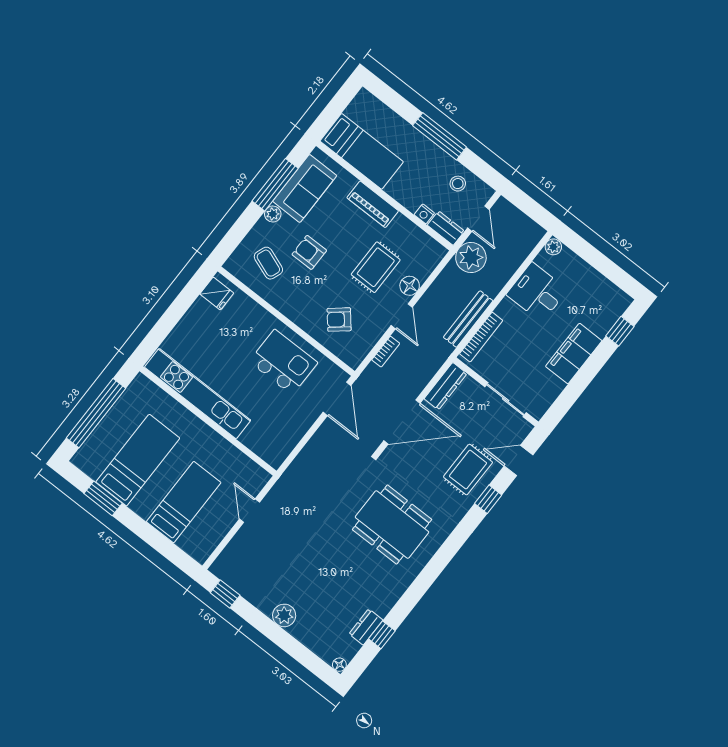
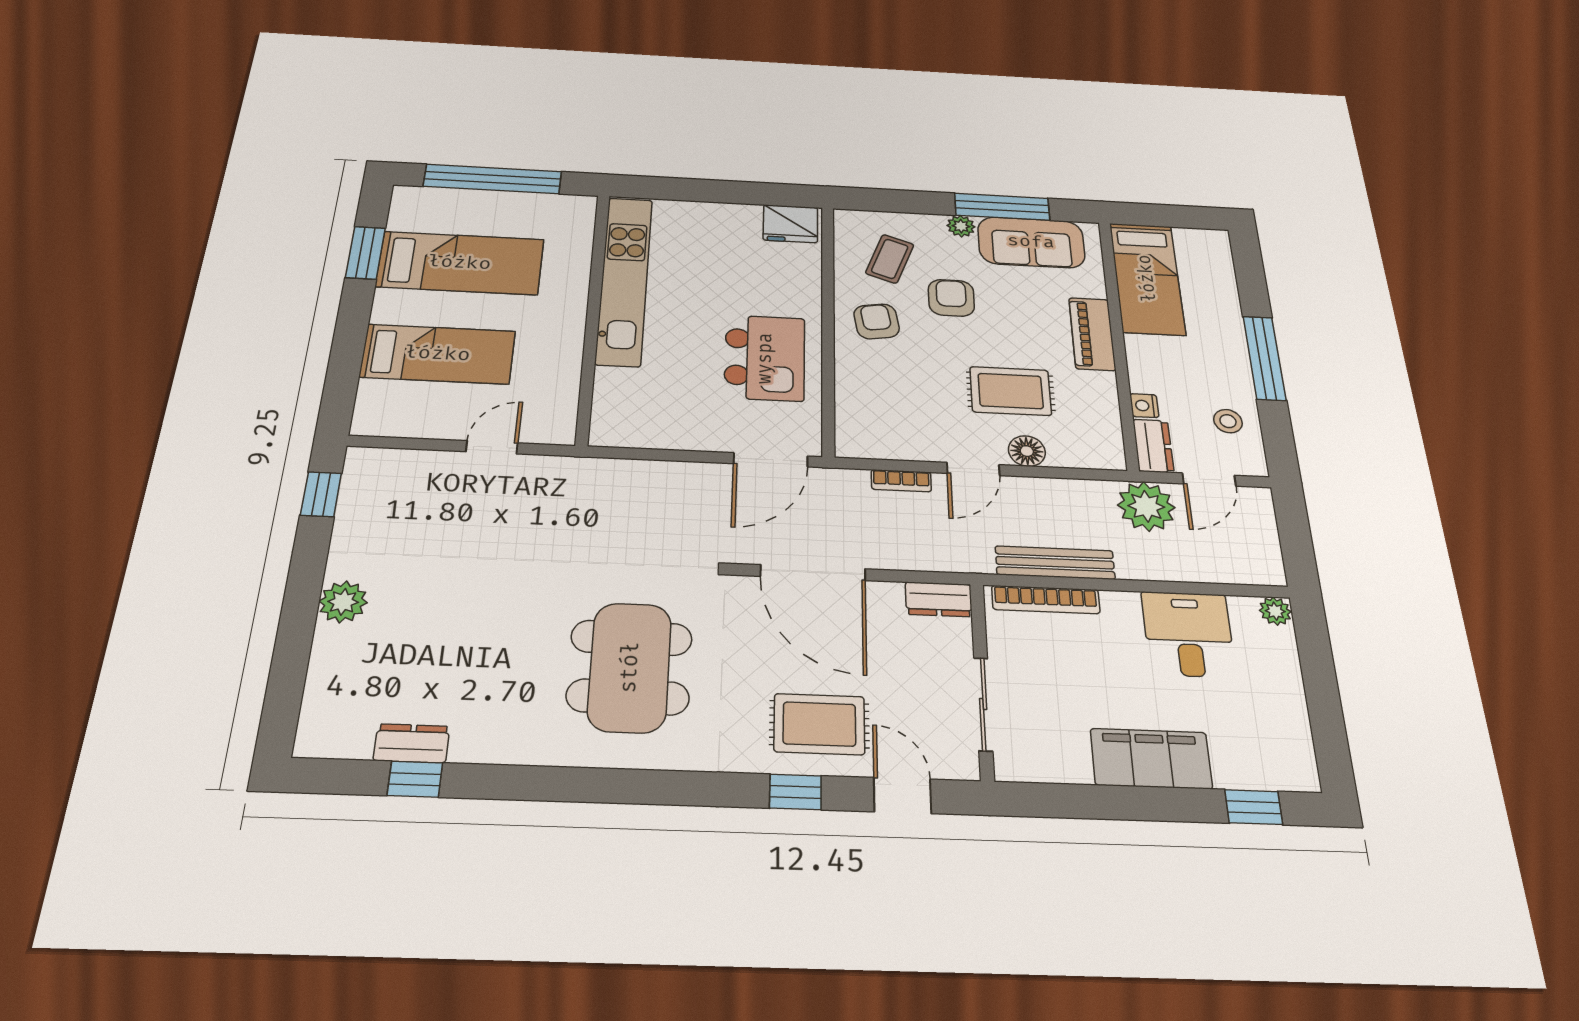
fridge: (217, 294) -> (790, 224), width x1.38
armchair: (339, 320) -> (877, 321), moved, turned 31
dresser: (446, 386) -> (939, 599), width x0.70
floor lamp: (339, 665) -> (308, 745), removed

